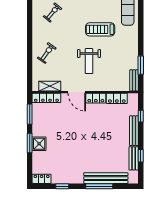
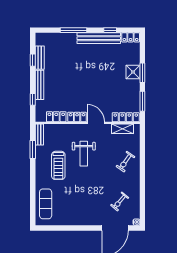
treadmill: (100, 29) -> (58, 165), moved, turned 90
weight bench: (89, 61) -> (84, 154), turned 180
bench: (106, 178) -> (99, 38), moved

